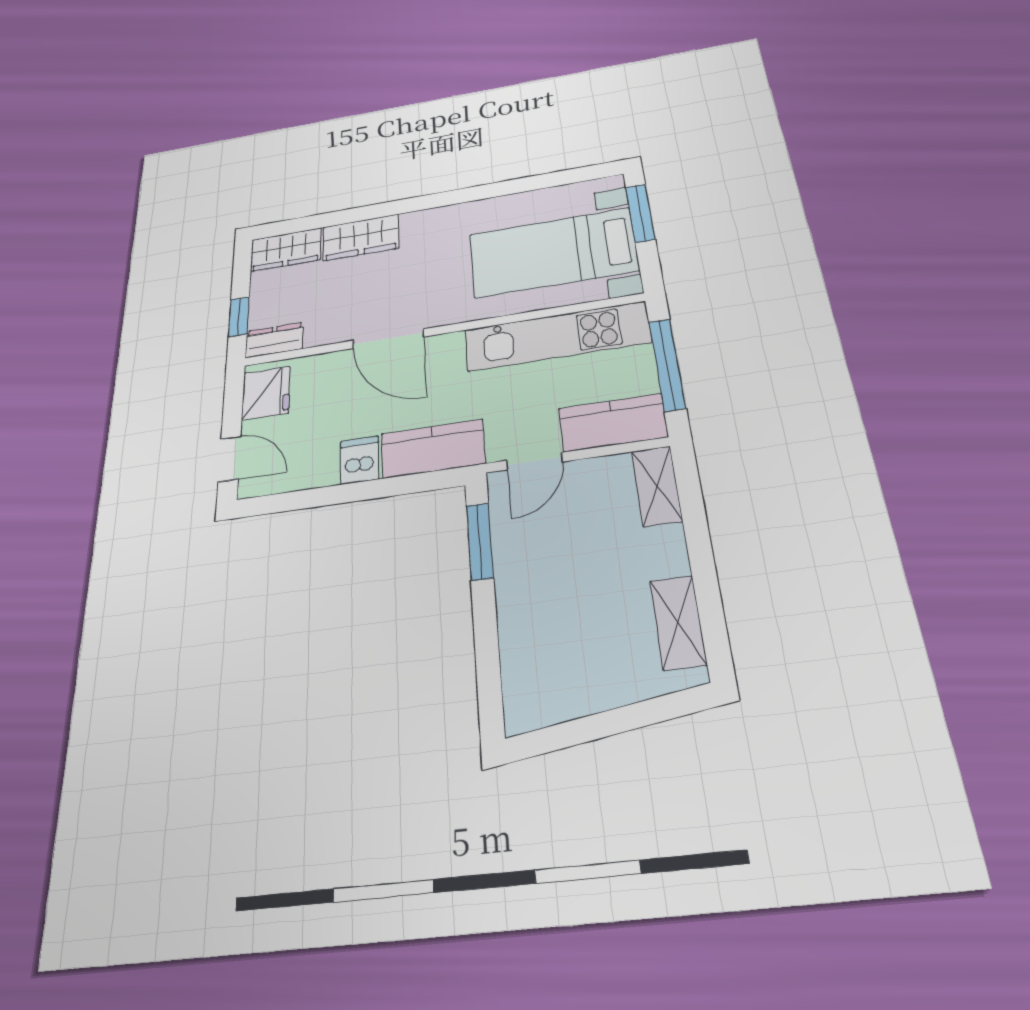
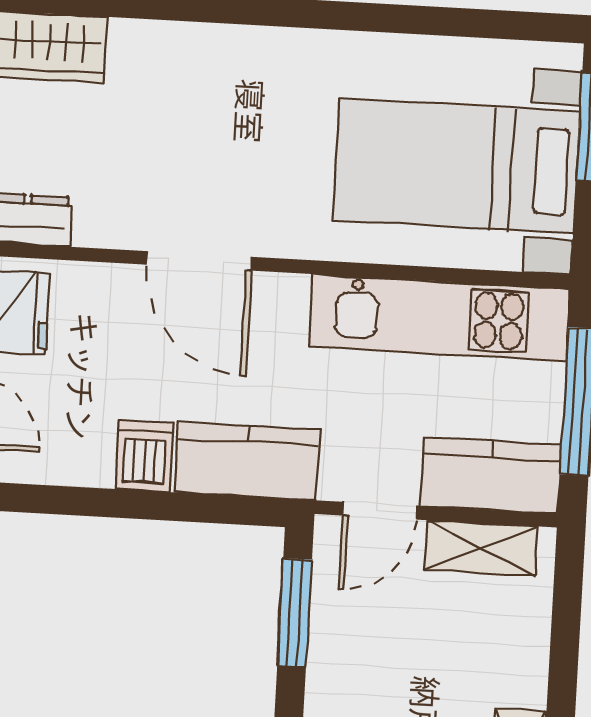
wardrobe: (361, 238) -> (170, 55), removed
shelving: (657, 486) -> (481, 548), moved, turned 90

